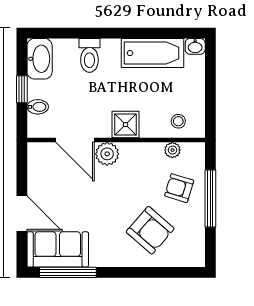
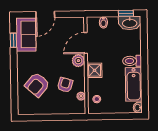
toilet: (89, 55) -> (132, 61), moved
window: (22, 89) -> (126, 13), moved
armchair: (179, 188) -> (65, 85), moved
window: (210, 198) -> (55, 117), removed
window: (68, 272) -> (13, 40), width x0.46

